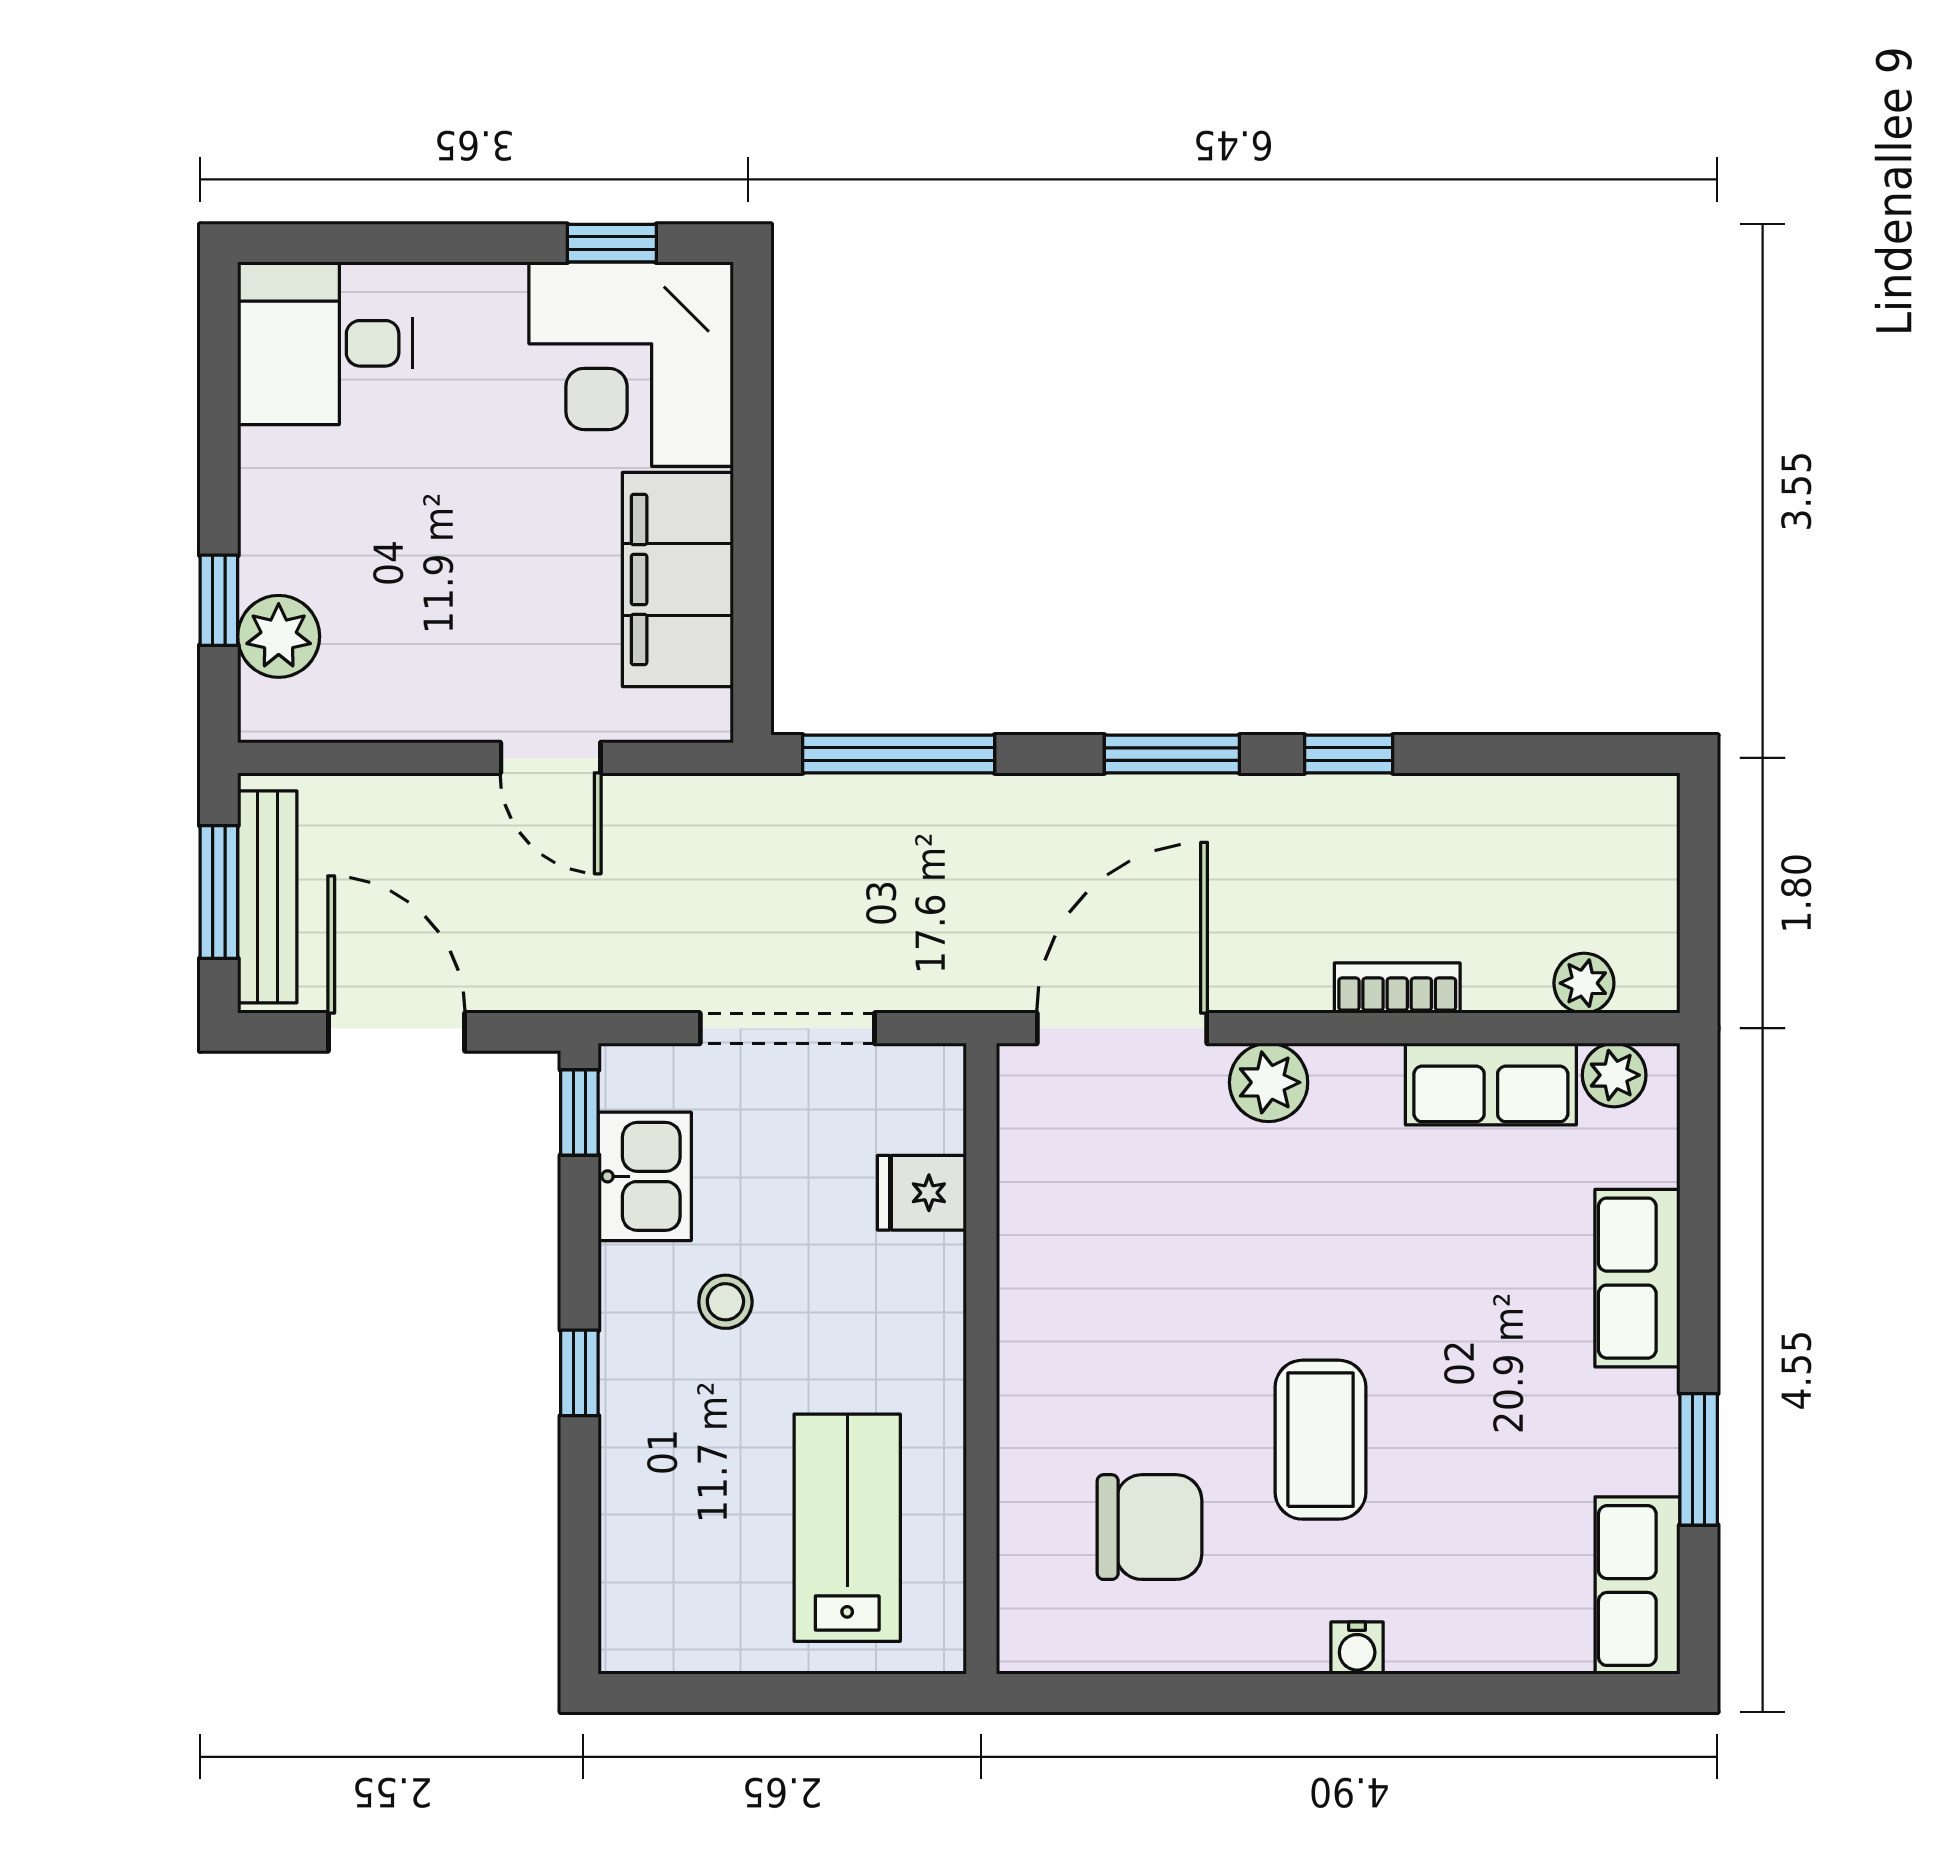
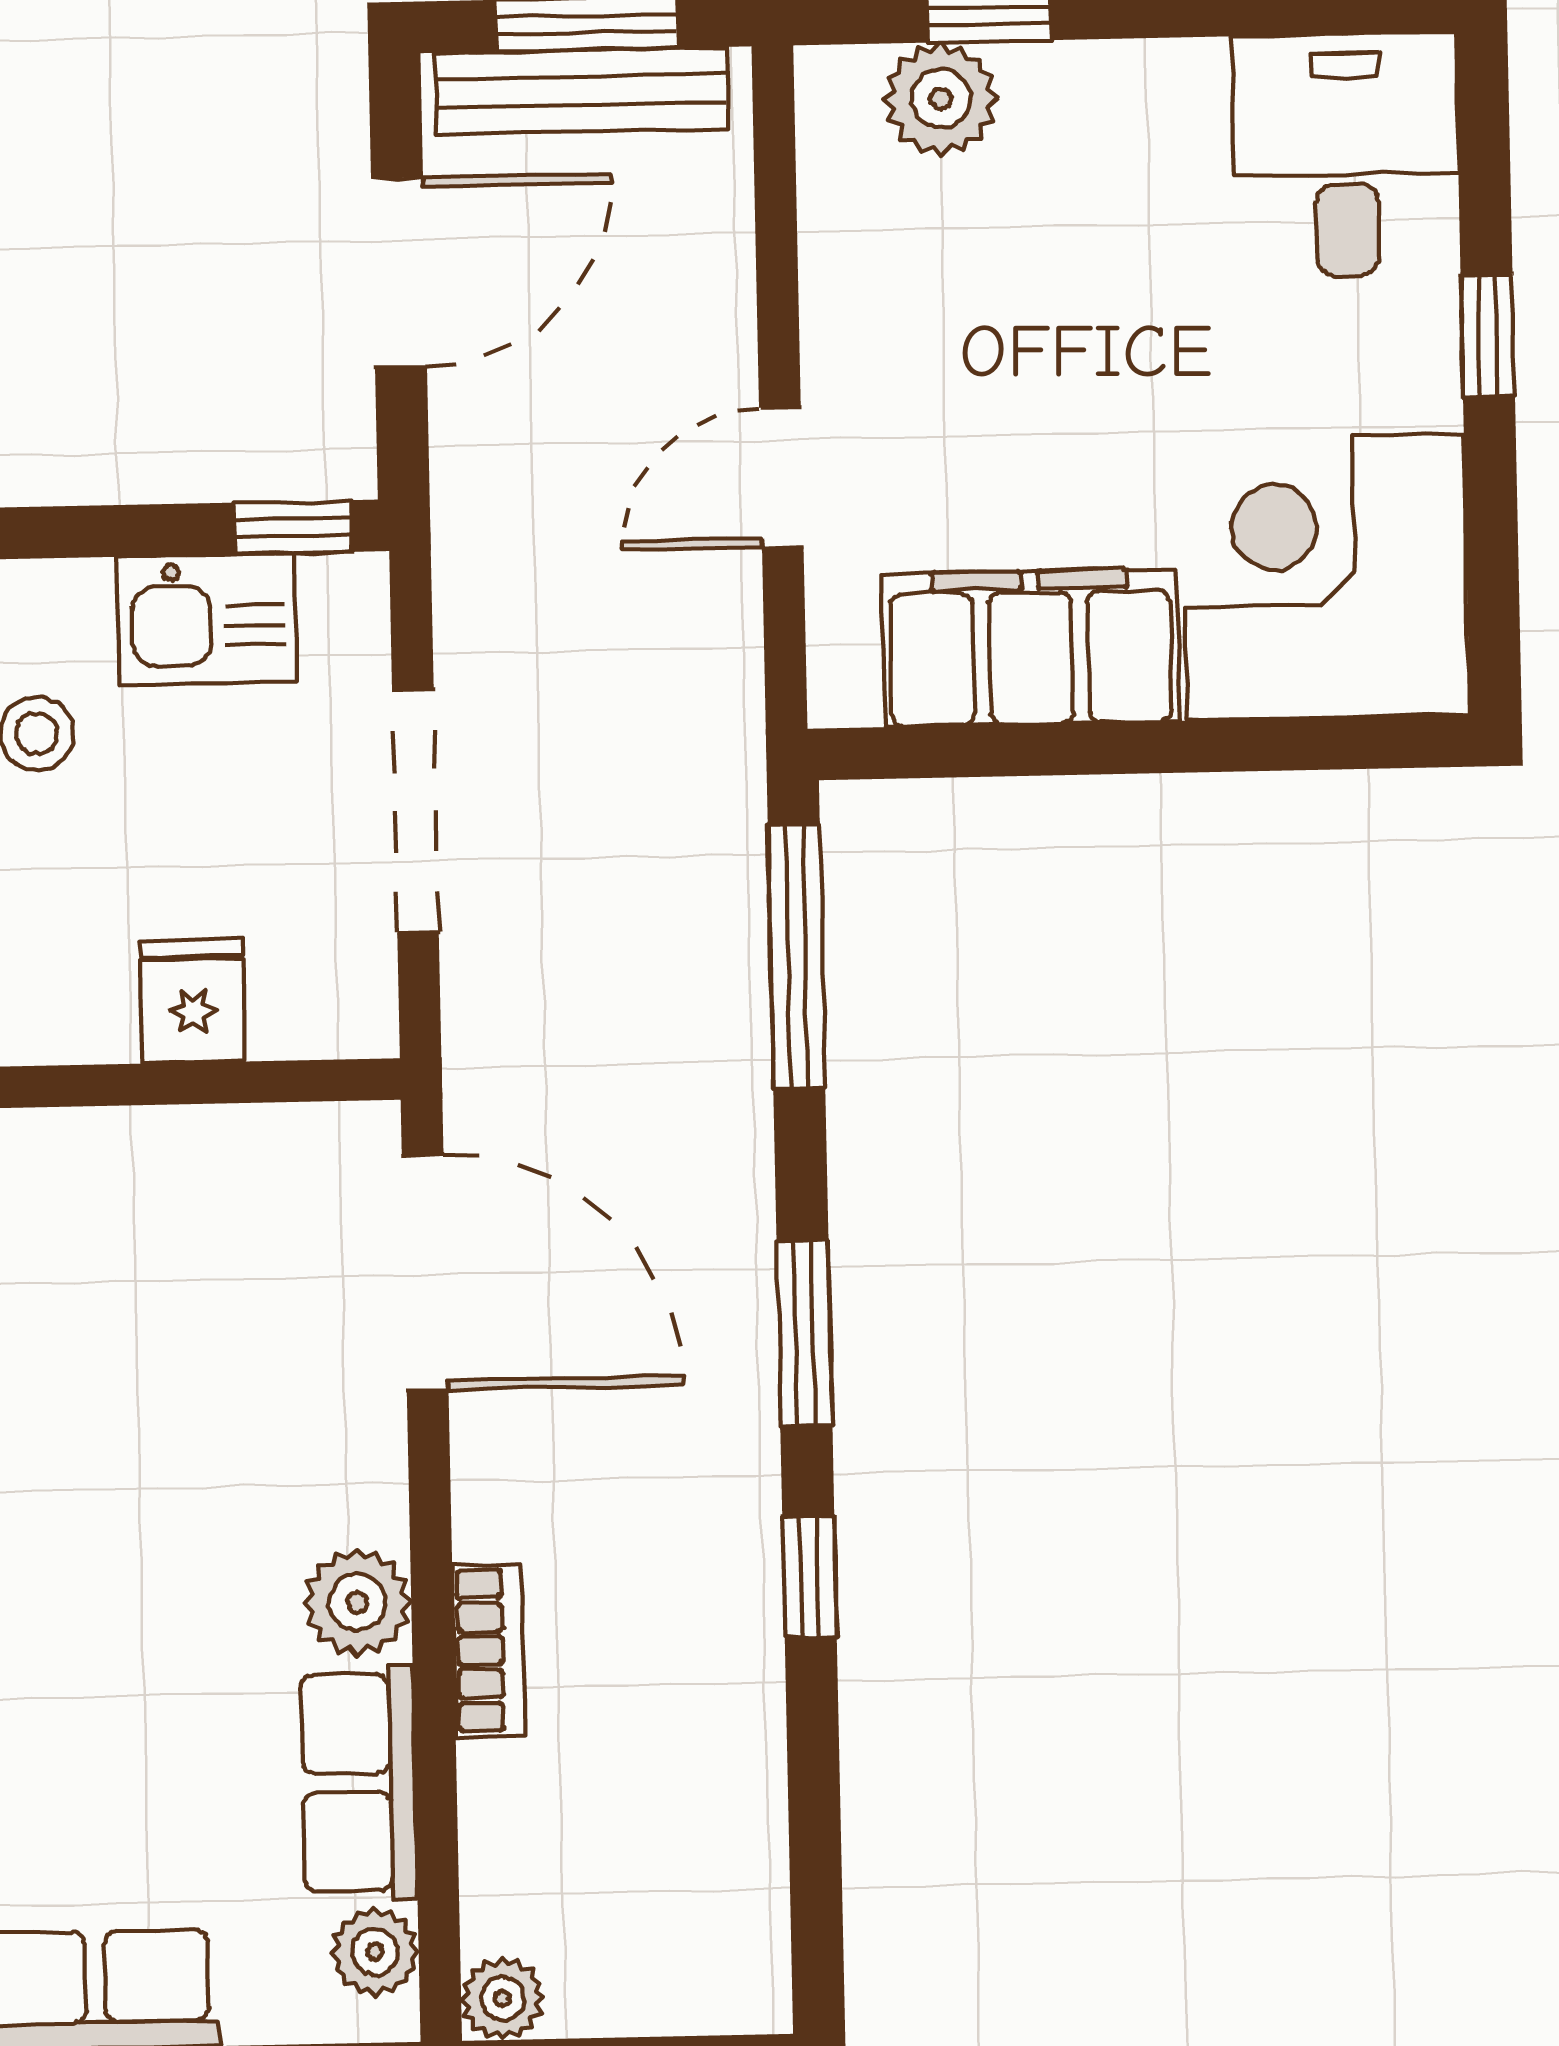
window: (612, 243) -> (1488, 336), moved
plant: (1584, 983) -> (502, 1999), moved
plant: (1269, 1082) -> (357, 1602), moved

